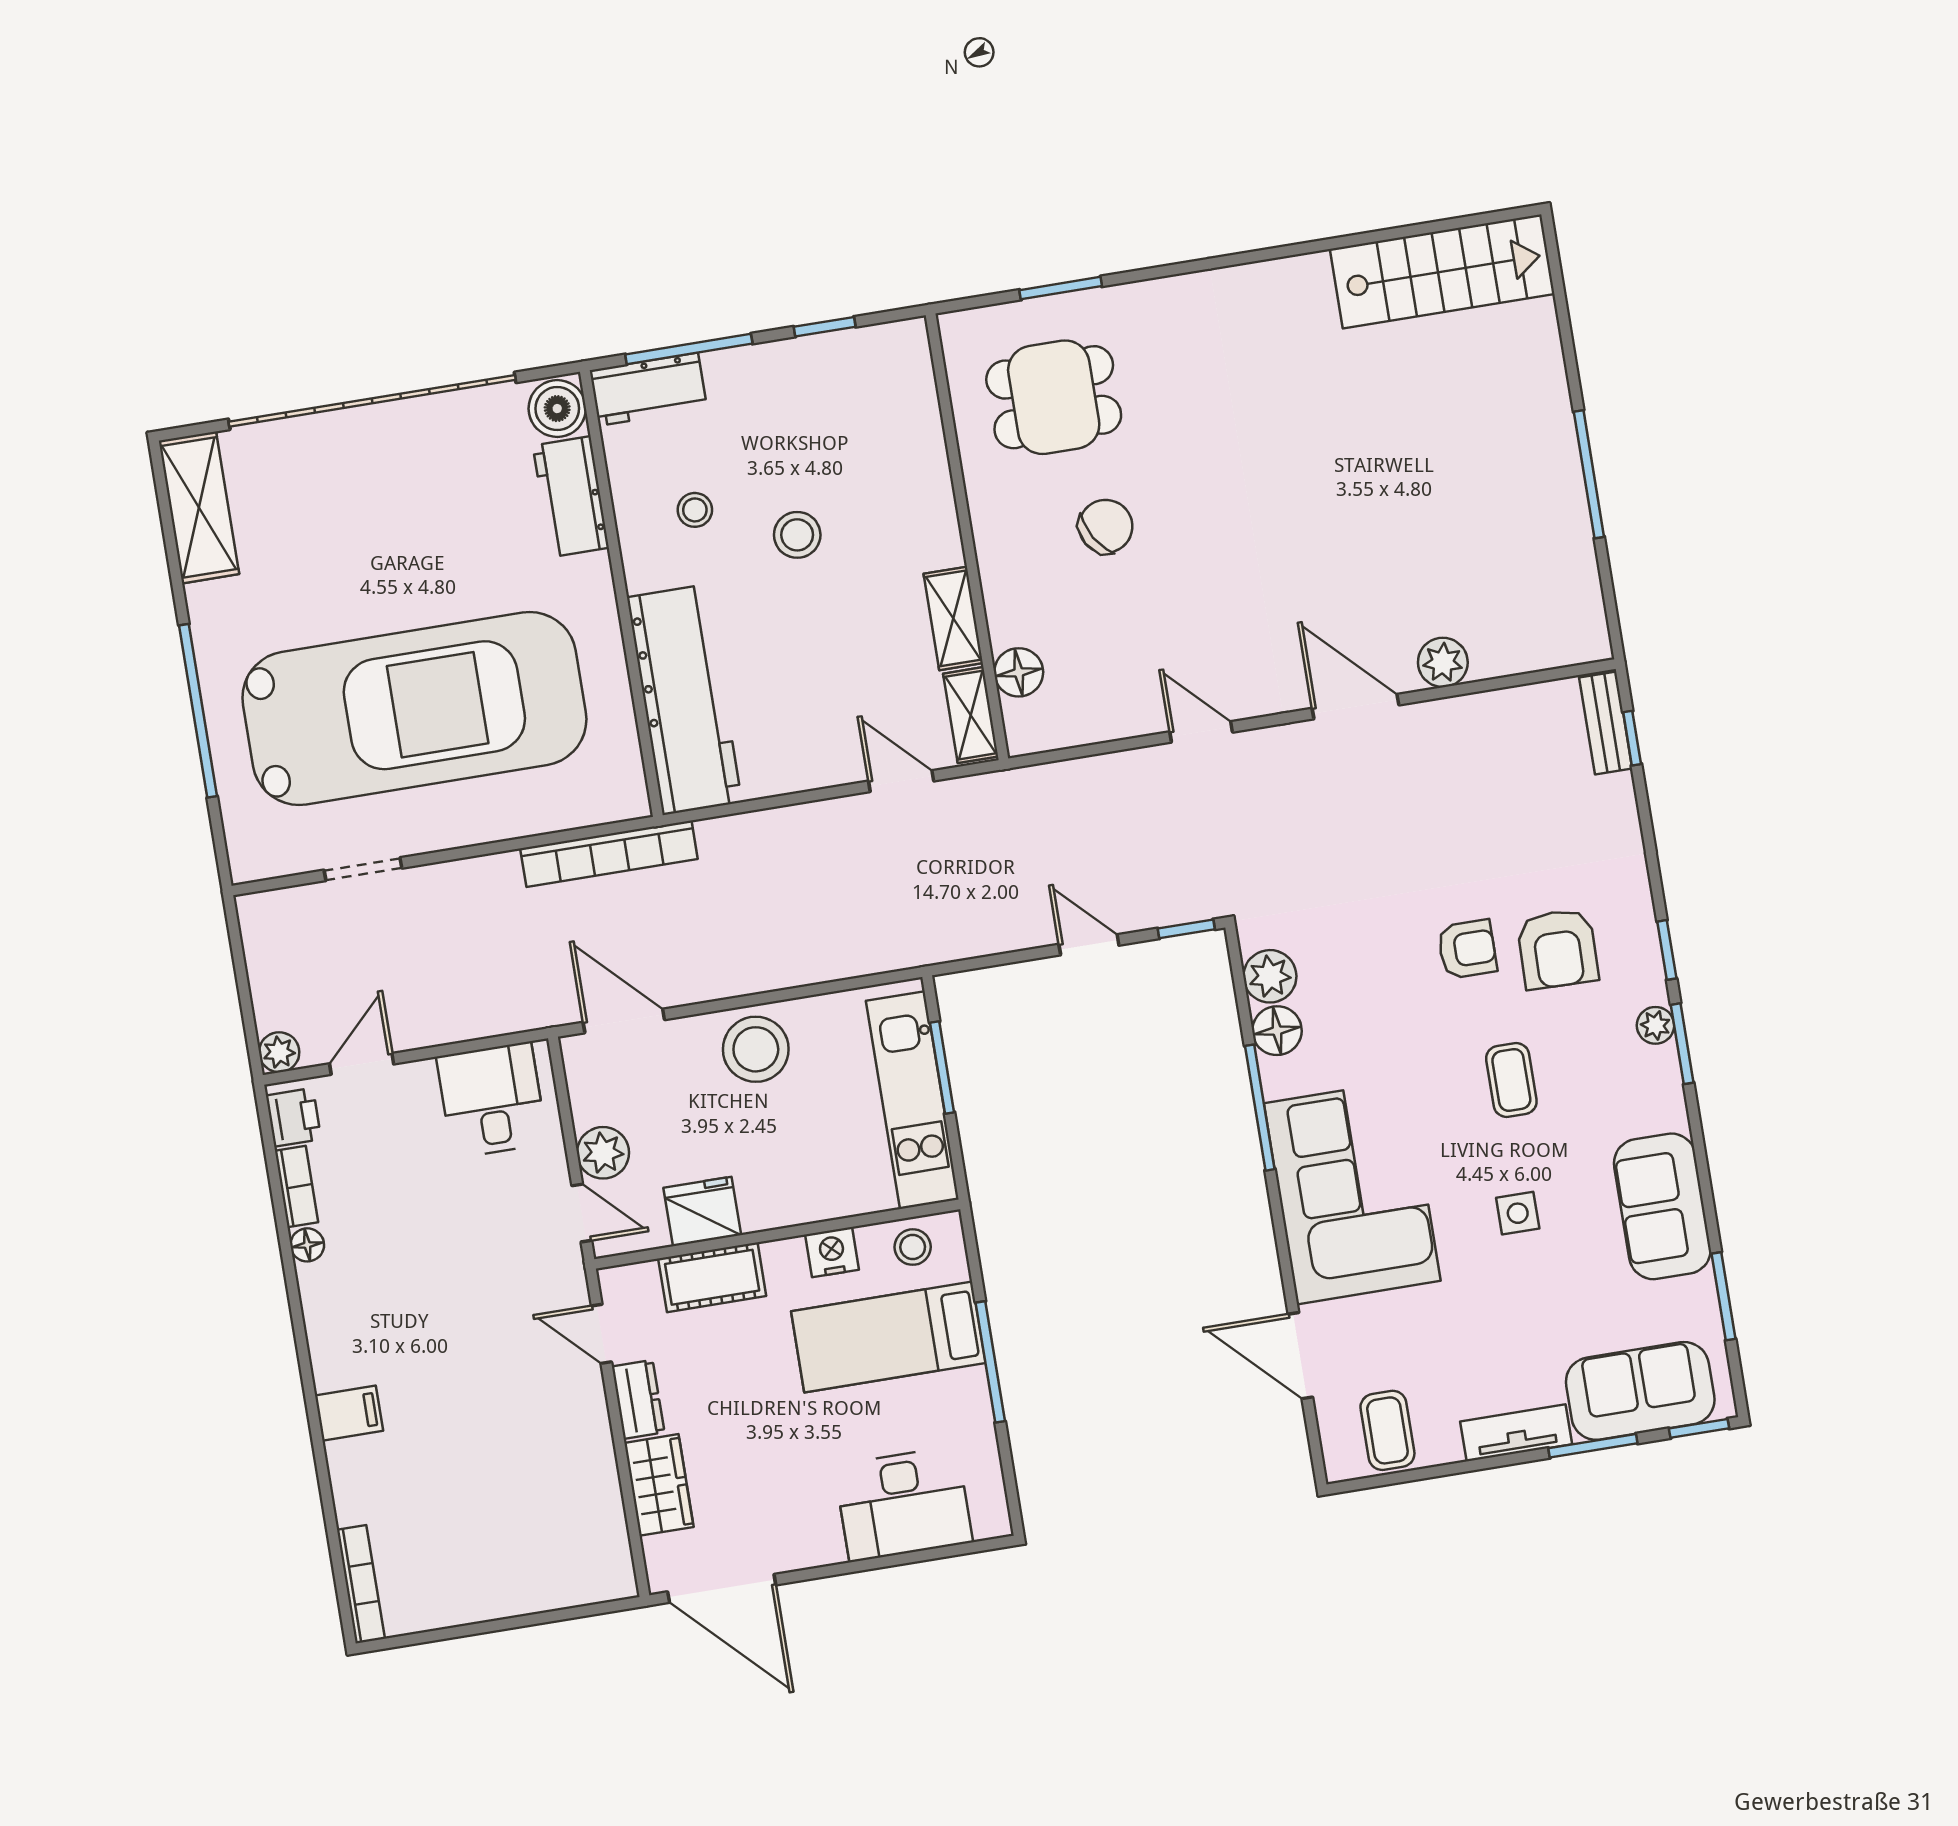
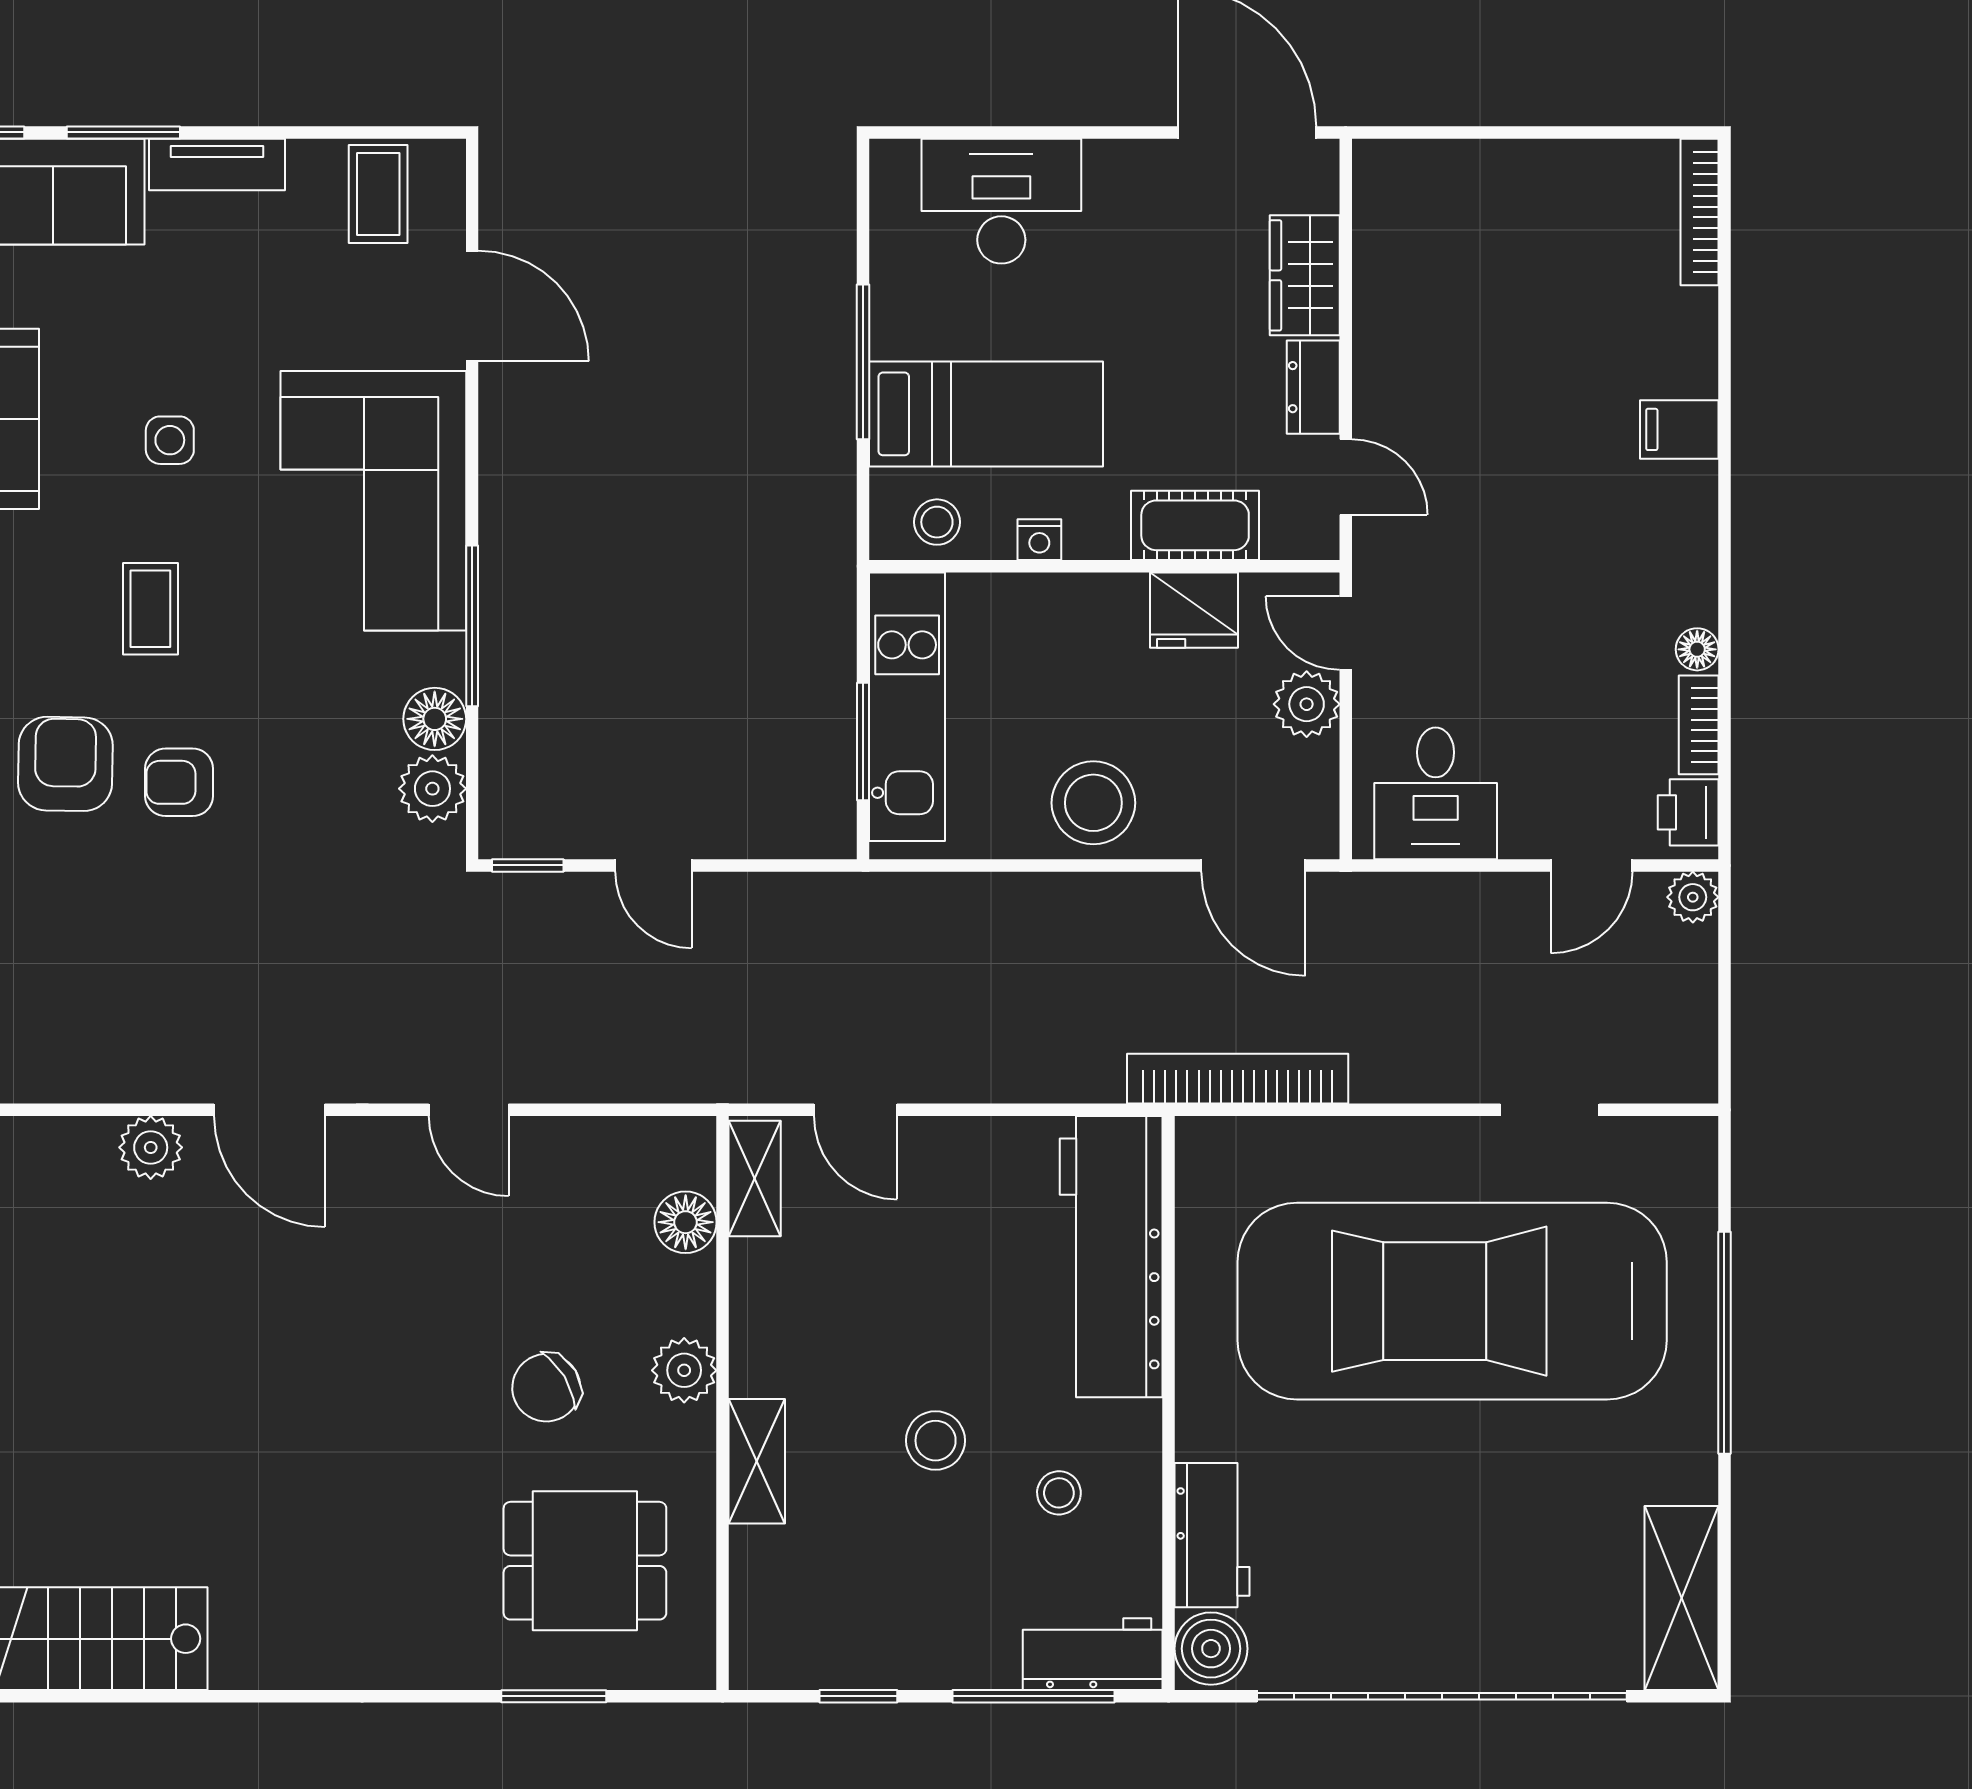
plant: (1001, 557) -> (684, 1370), added
shelving: (953, 618) -> (757, 1461), moved
nightstand: (832, 1252) -> (1039, 540), width x0.72, depth x0.74

